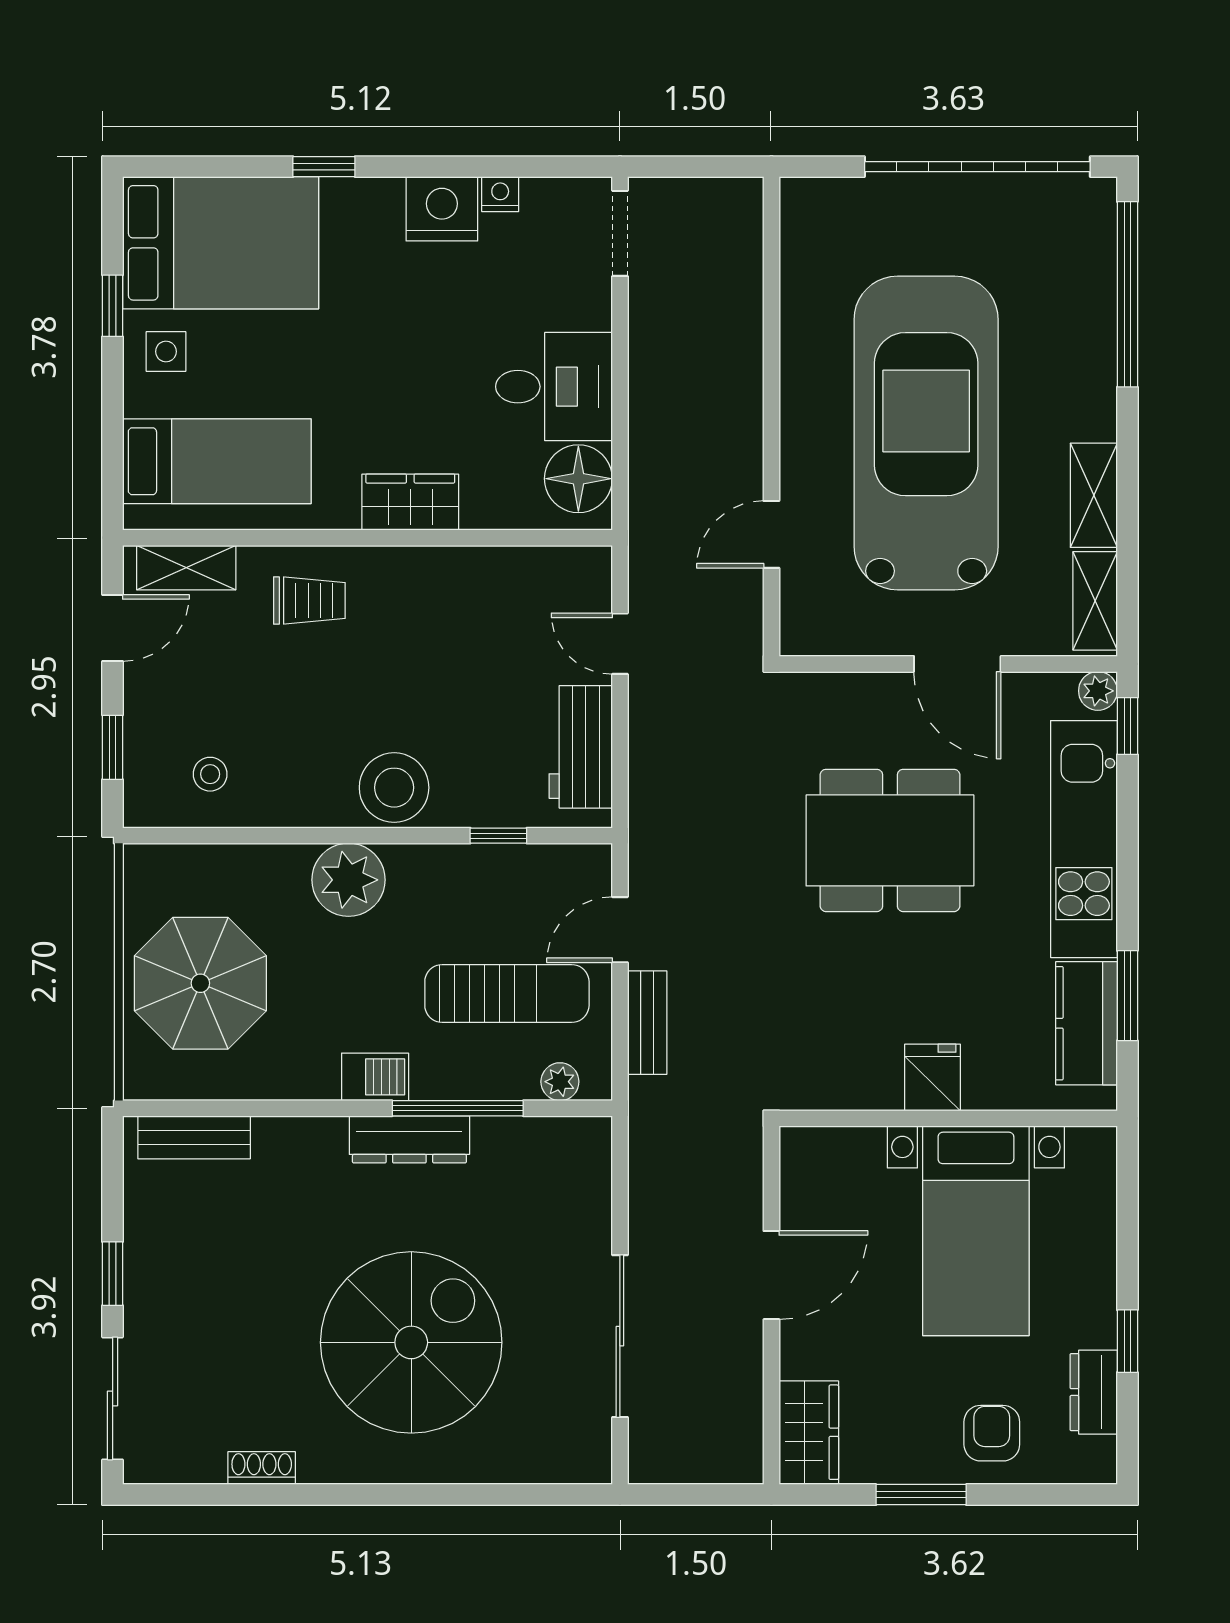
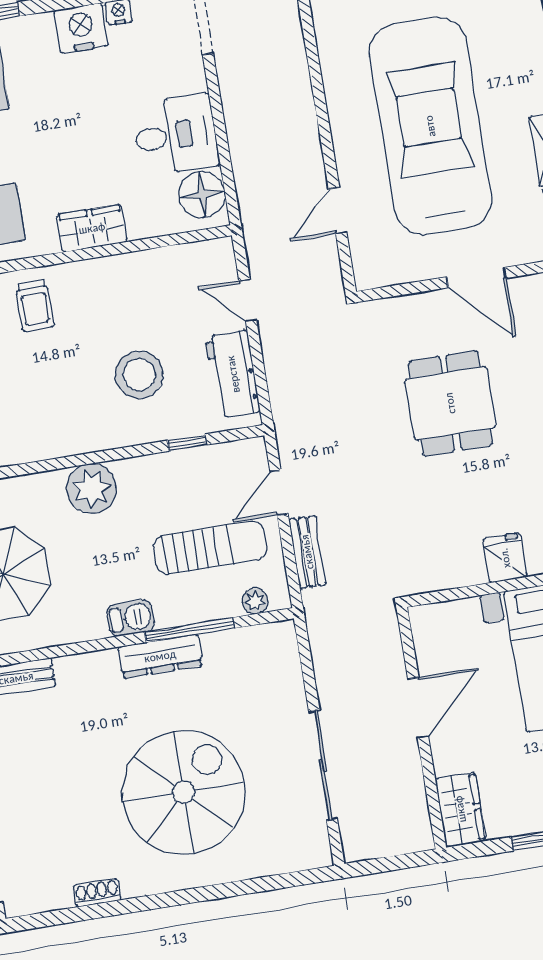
trolley: (309, 601) -> (35, 305), turned 90
stool: (394, 788) -> (139, 375), moved
dining table: (890, 840) -> (450, 403), width x0.73

